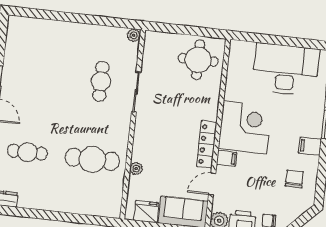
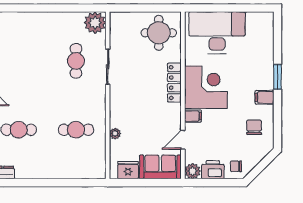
plant: (134, 35) -> (95, 23), width x1.88, depth x1.88
desk: (286, 69) -> (217, 33), moved
locker: (207, 144) -> (174, 83), moved
cafe table: (92, 159) -> (76, 130), width x0.73, depth x0.74

